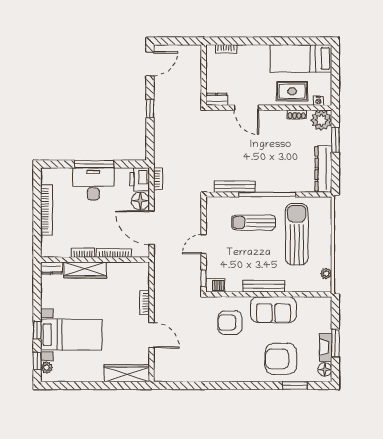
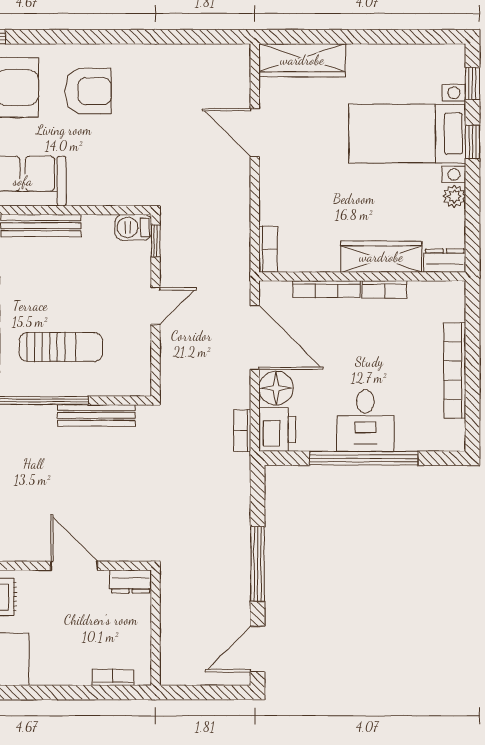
window: (150, 108) -> (258, 564), width x2.17
window: (94, 164) -> (364, 458), width x1.46
desk: (93, 184) -> (365, 421), width x0.73
bookcase: (144, 303) -> (268, 249), moved
armchair: (230, 323) -> (88, 91), moved
plant: (47, 368) -> (454, 196), moved

